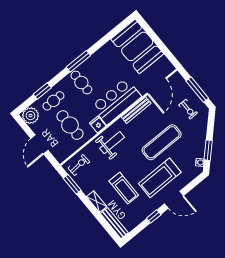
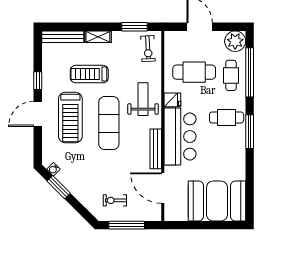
window: (42, 91) -> (250, 72), width x2.11
exercise mat: (162, 142) -> (109, 123), moved
weight bench: (112, 143) -> (143, 99), turned 180
treadmill: (160, 178) -> (70, 117), turned 180

